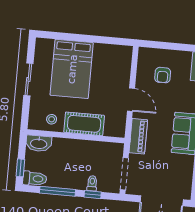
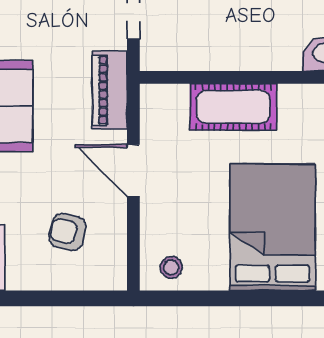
armchair: (163, 75) -> (68, 232), turned -77
stool: (52, 119) -> (171, 267), moved

